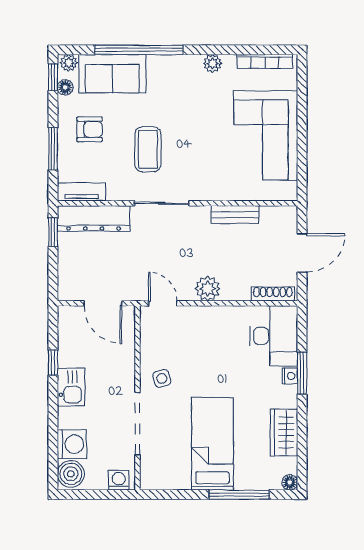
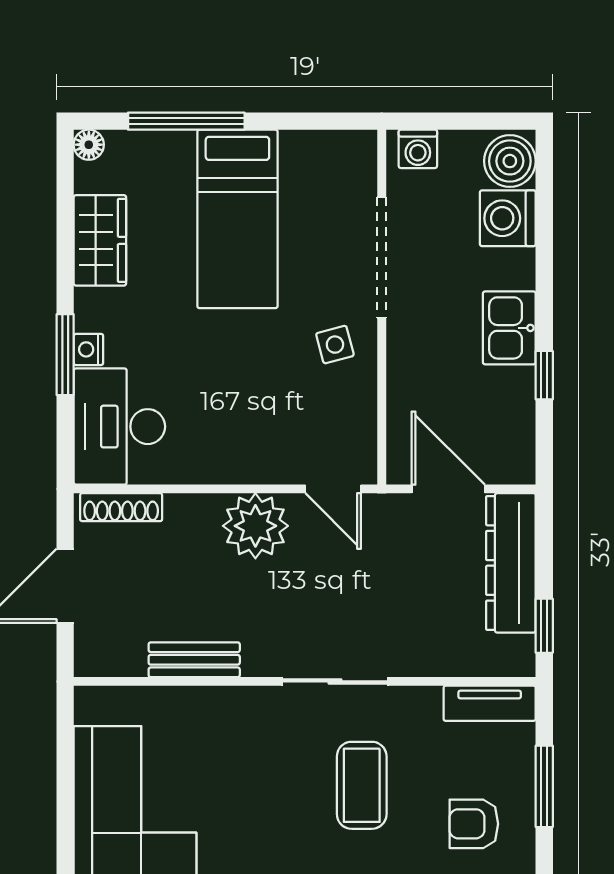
dresser: (94, 218) -> (511, 563), moved, turned -90
plant: (208, 289) -> (255, 526), width x1.36, depth x1.36

